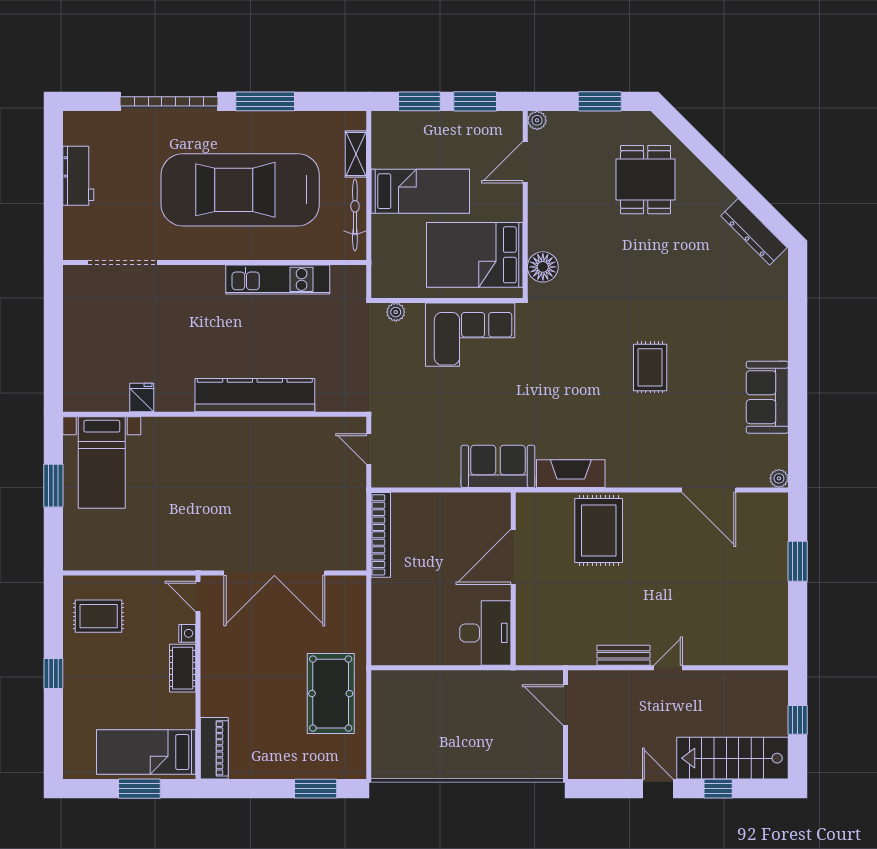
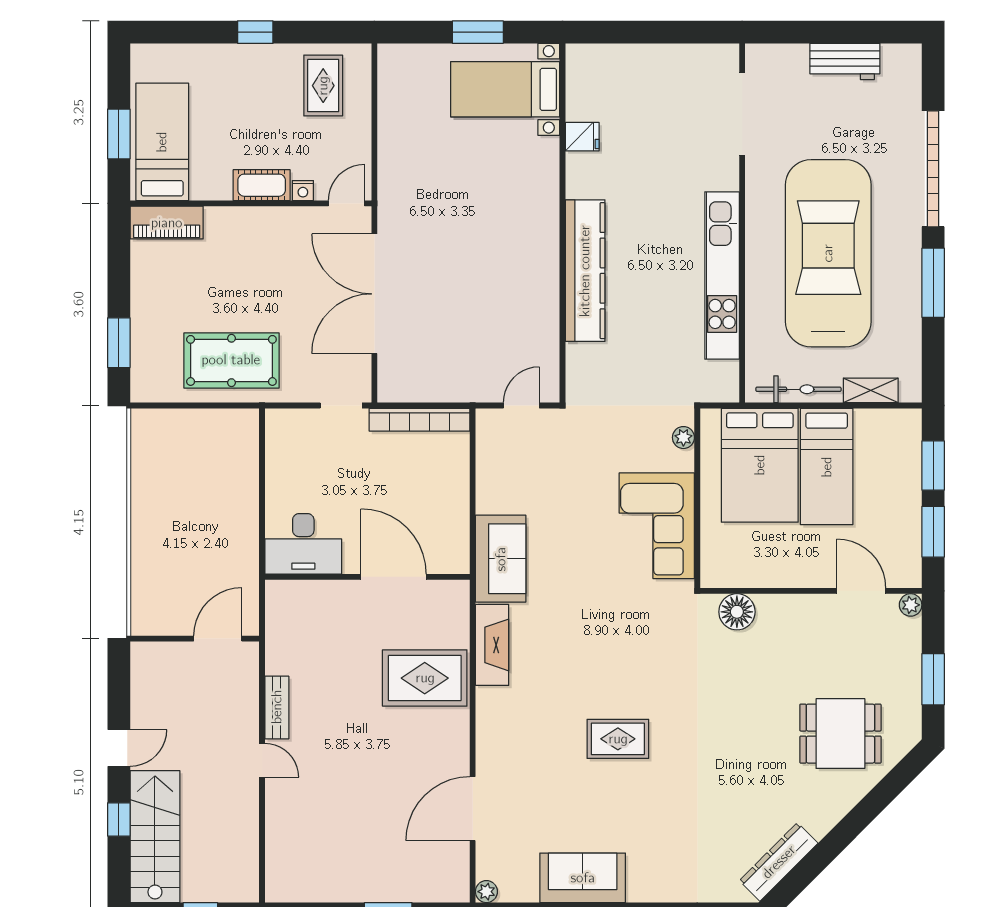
bed: (475, 255) -> (760, 465), moved, turned 180
kitchen unit: (278, 279) -> (722, 275), width x1.36
doorway: (369, 601) -> (341, 406), added

